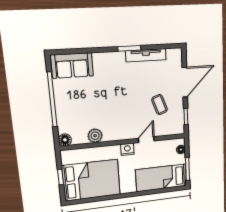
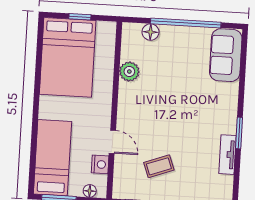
tv unit: (146, 55) -> (228, 155), width x0.71
floor lamp: (65, 140) -> (150, 32), moved
nightstand: (127, 149) -> (100, 164), moved

